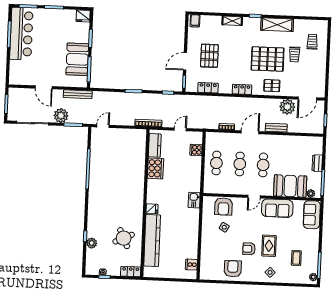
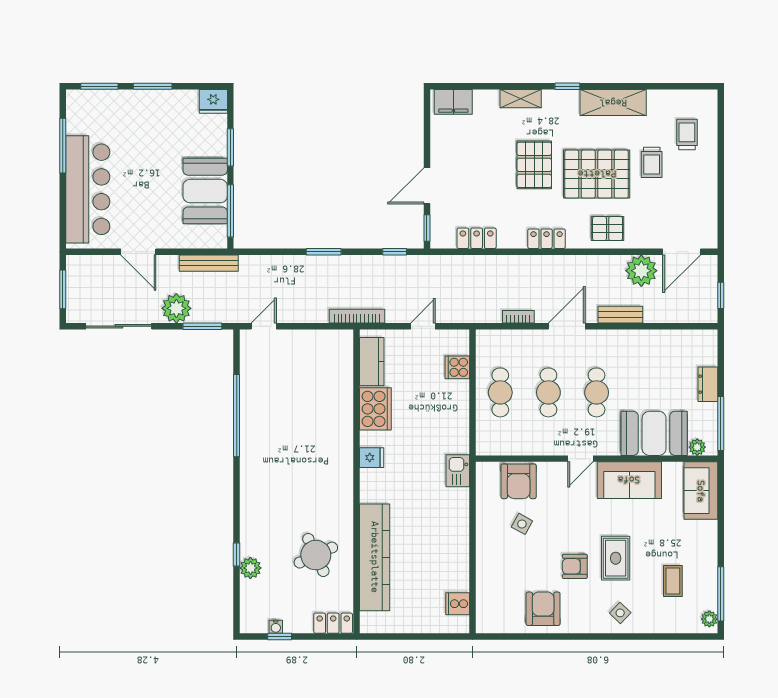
filing cabinet: (195, 21) -> (453, 102), width x2.00
bar counter: (21, 34) -> (88, 189), moved
pallet: (209, 56) -> (534, 165), moved
fridge: (152, 209) -> (372, 458), moved

